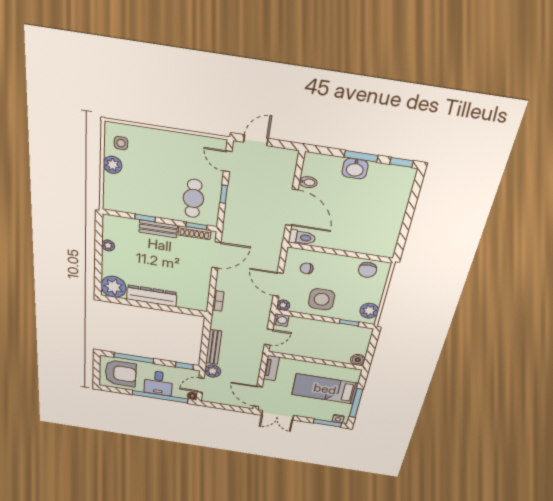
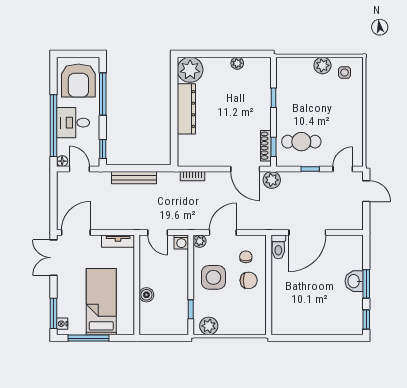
bidet: (308, 182) -> (335, 243), removed
bench: (158, 229) -> (264, 111), removed
chair: (367, 270) -> (249, 280), moved, turned 180
boiler: (358, 360) -> (146, 295), moved
plant: (213, 371) -> (272, 180), moved

